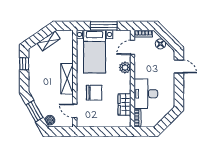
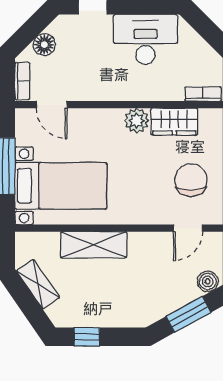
plant: (125, 68) -> (137, 121), moved
shelving: (67, 79) -> (94, 245), moved
chair: (94, 93) -> (191, 180), moved
desk: (146, 94) -> (145, 39), moved, turned 180

